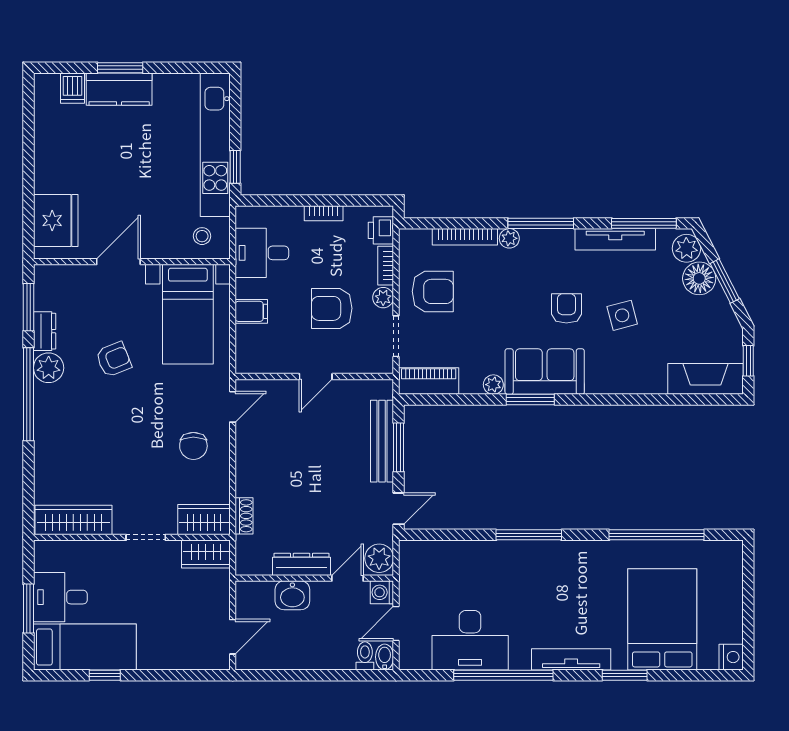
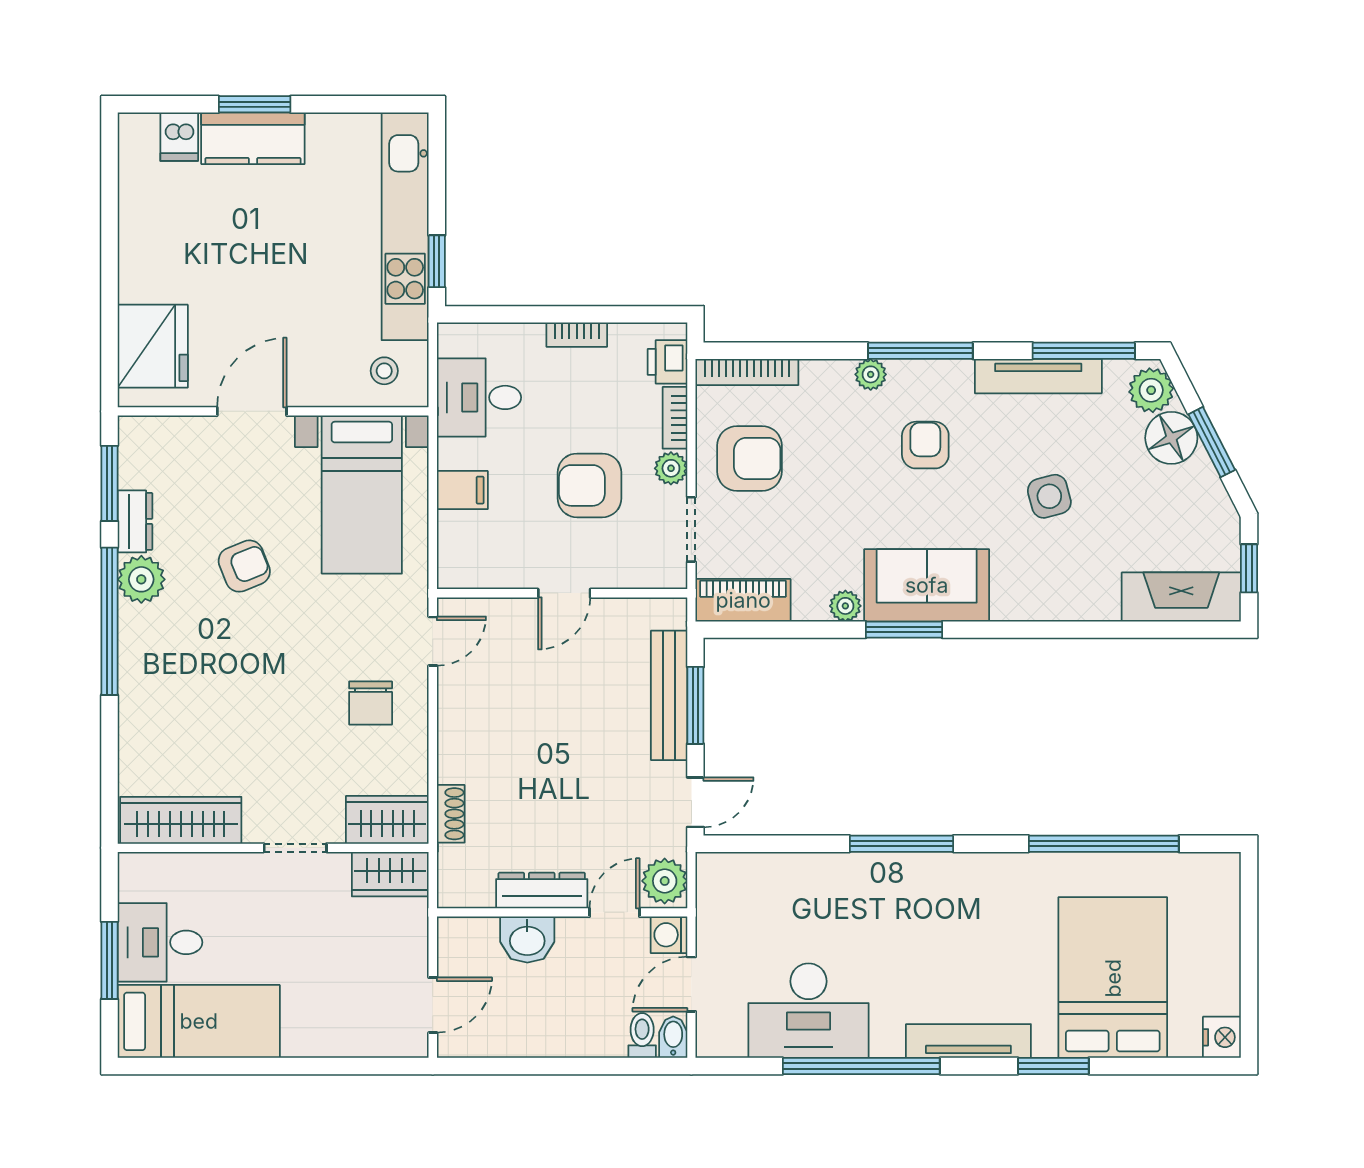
bookcase: (465, 237) -> (747, 372), moved
armchair: (566, 308) -> (925, 445), moved
window: (105, 675) -> (230, 1066), removed

